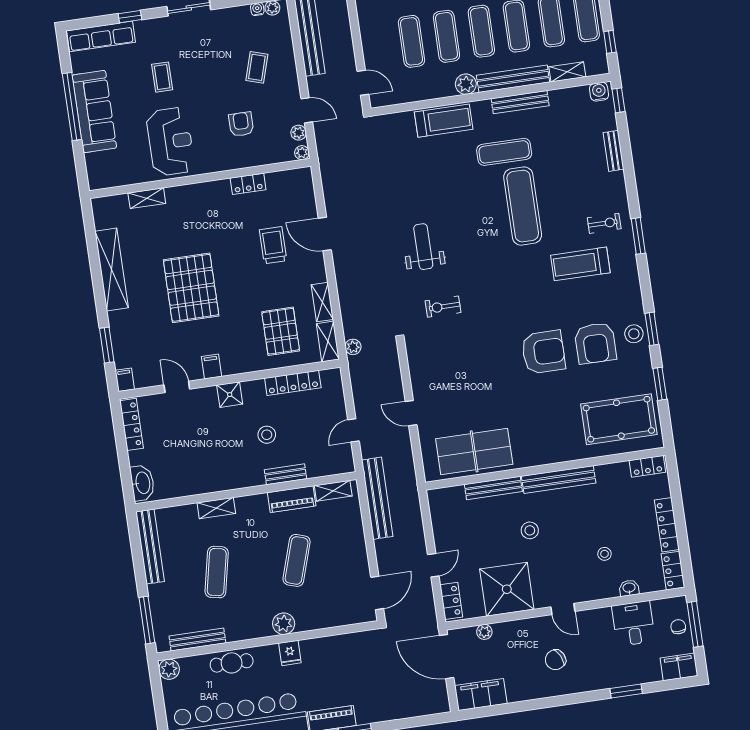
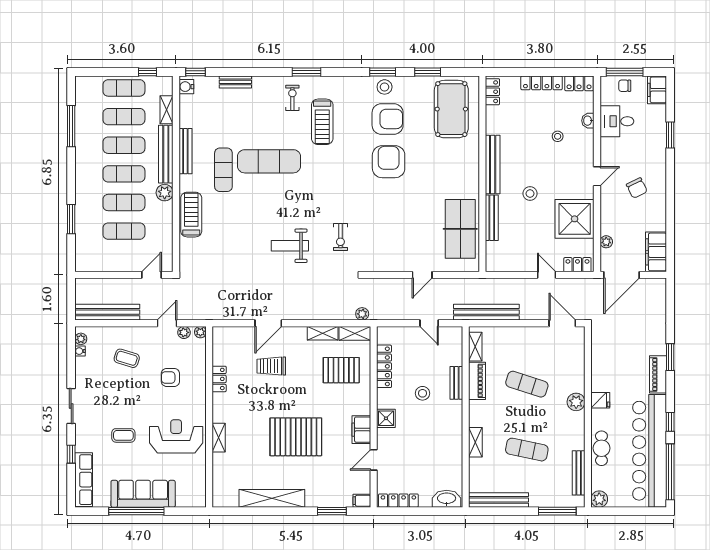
shelving: (147, 198) -> (219, 438), moved
filing cabinet: (212, 367) -> (361, 430), width x2.00

